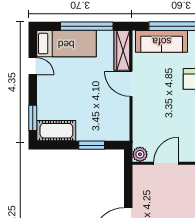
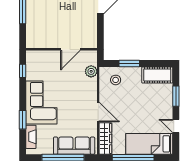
window: (33, 118) -> (176, 96), moved
stool: (109, 124) -> (116, 80), added
plant: (140, 154) -> (91, 71), moved

